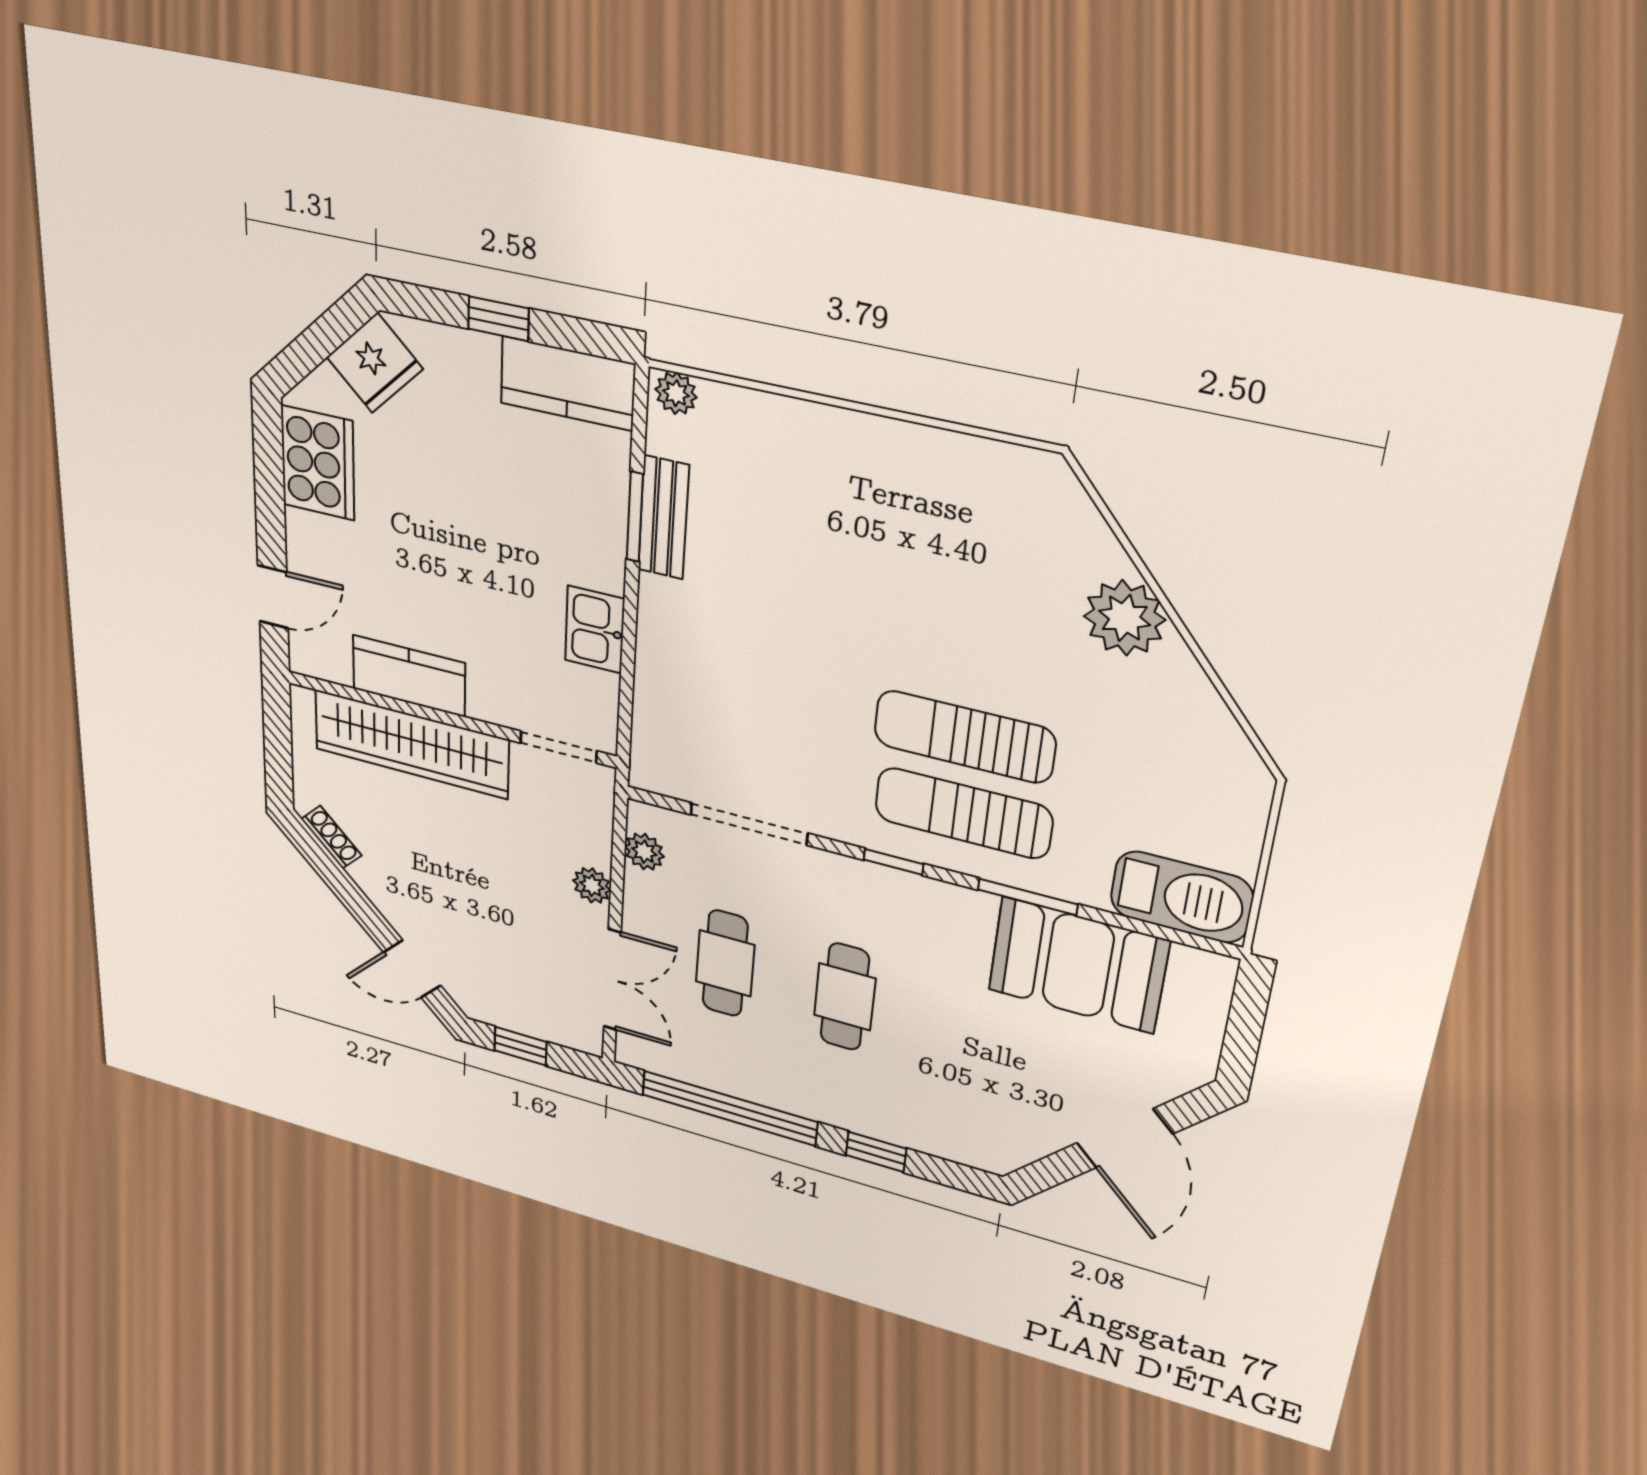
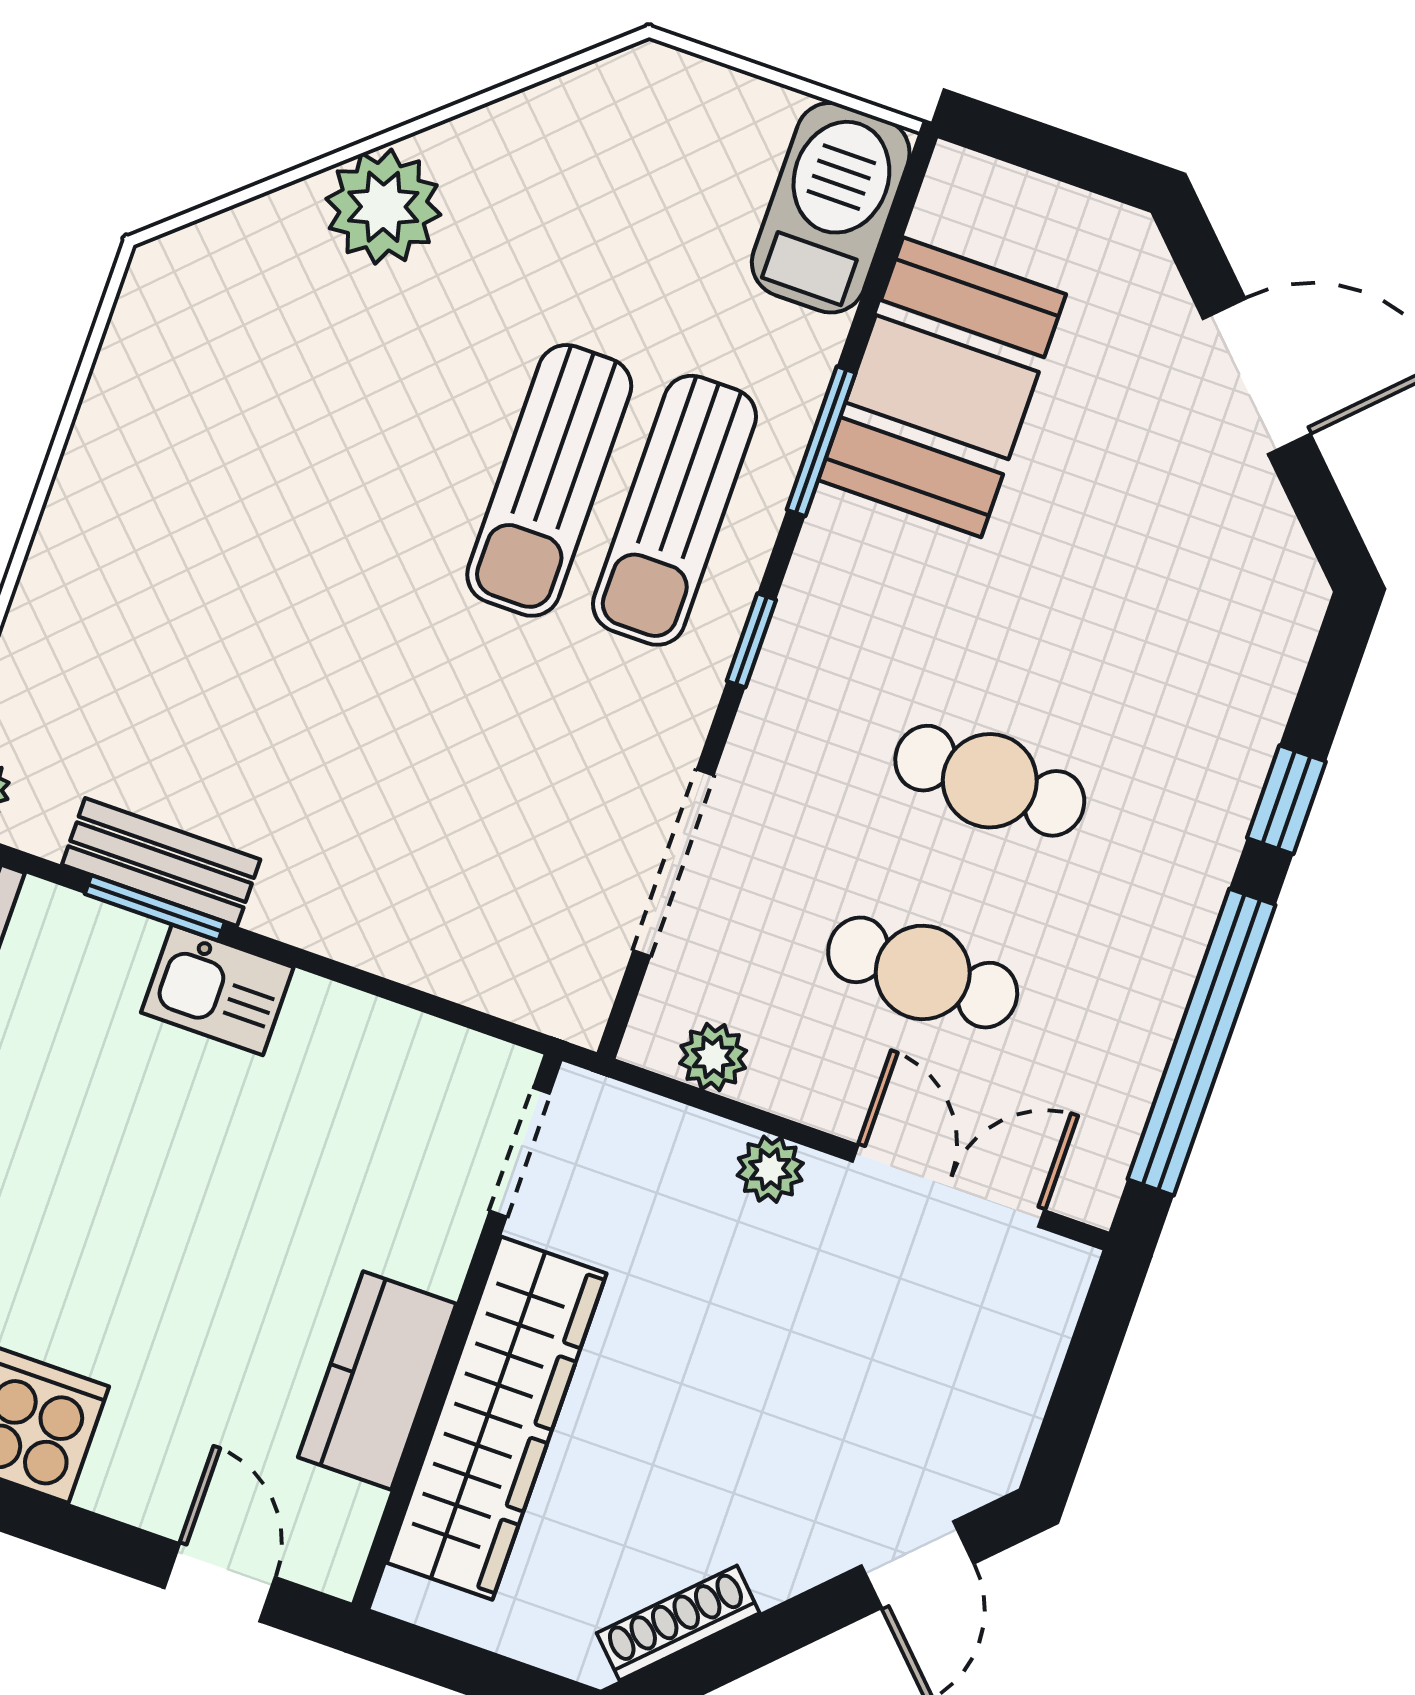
kitchen sink: (595, 630) -> (217, 990), moved
shoe rack: (331, 837) -> (678, 1623), width x1.43
window: (521, 1046) -> (1076, 1402), removed

